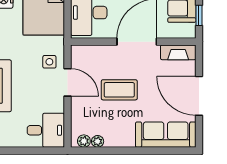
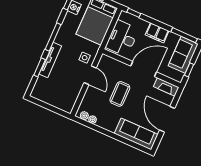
coffee table: (119, 90) -> (120, 94), turned 90
desk: (46, 130) -> (64, 99), removed

